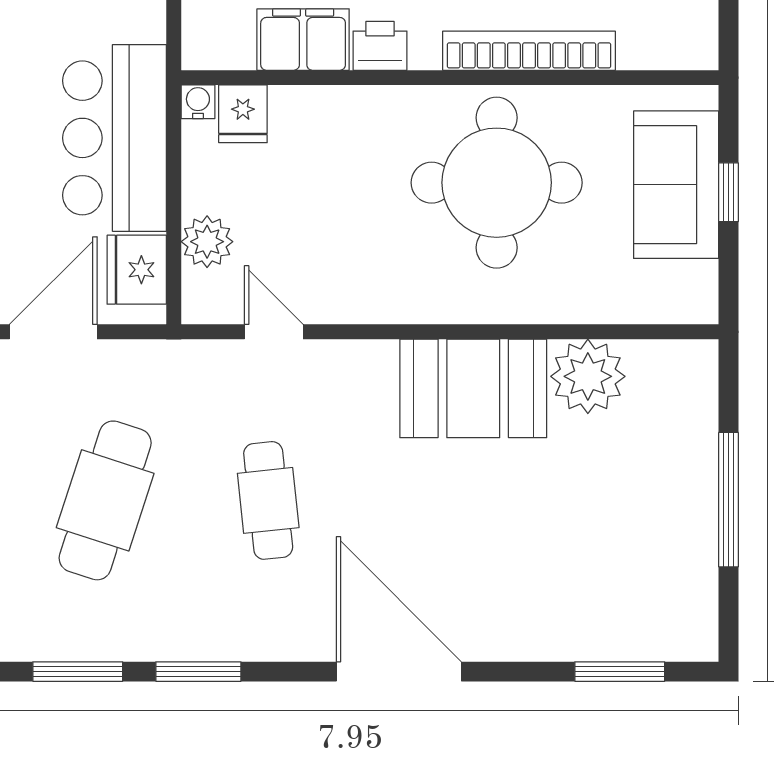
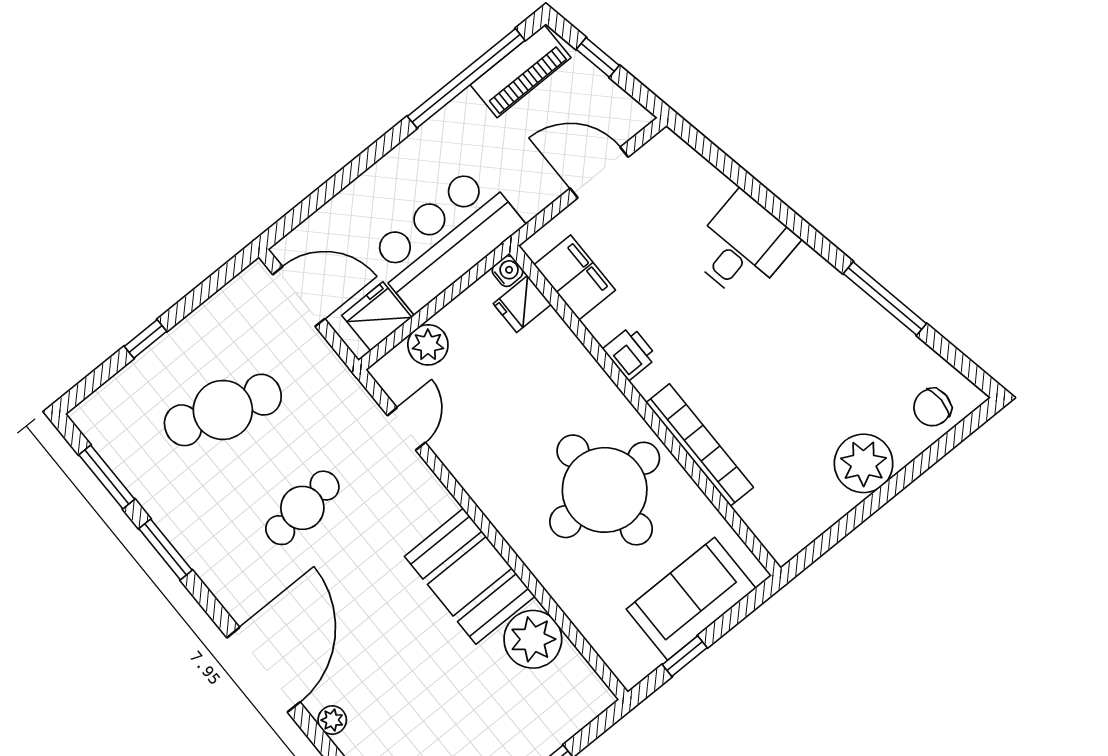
filing cabinet: (303, 40) -> (575, 277), moved
window: (729, 192) -> (685, 656), moved
plant: (505, 643) -> (332, 720), added

